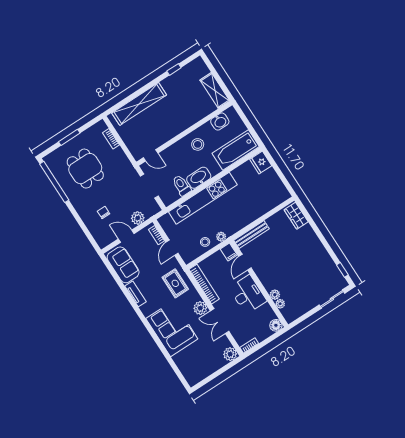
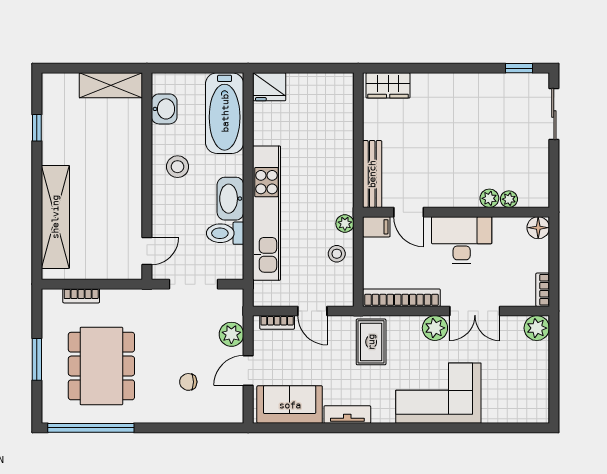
dining table: (85, 169) -> (101, 366), width x1.38
rug: (175, 283) -> (371, 342), turned 90

